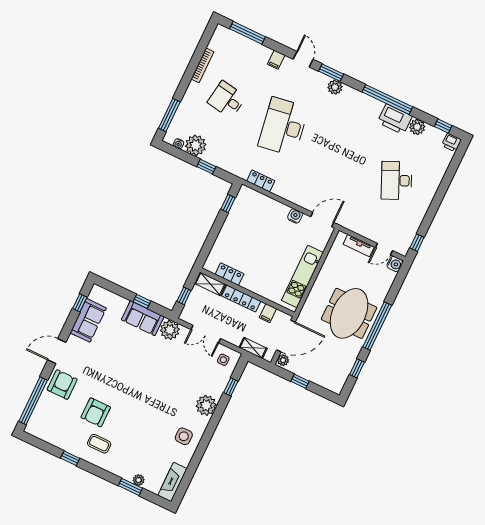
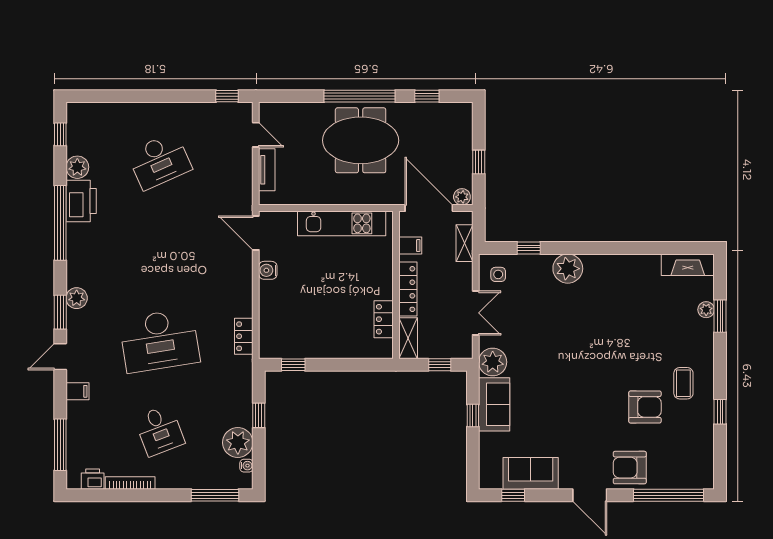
desk: (227, 100) -> (159, 430), turned -30
printer: (452, 142) -> (93, 479), moved, turned -90
water cooler: (395, 264) -> (268, 112), removed
side table: (184, 436) -> (622, 278), removed

